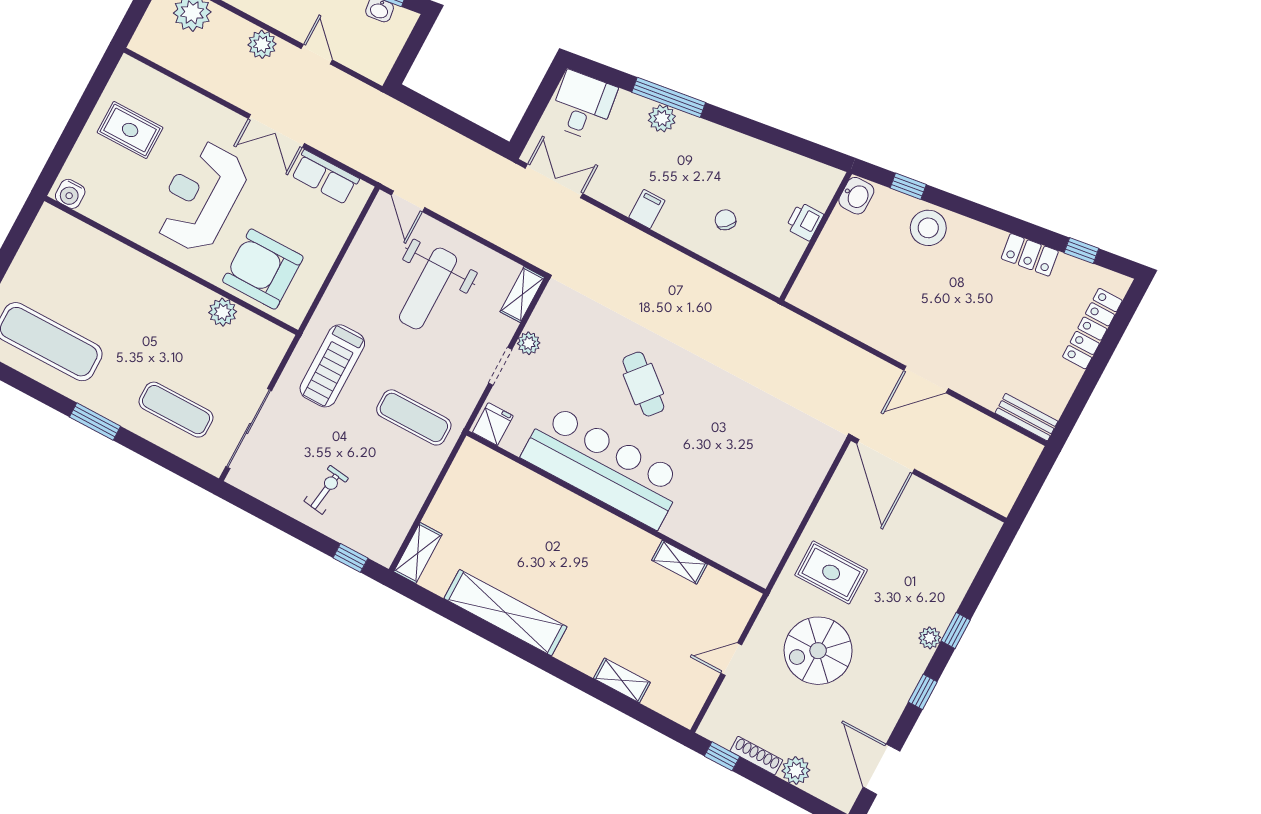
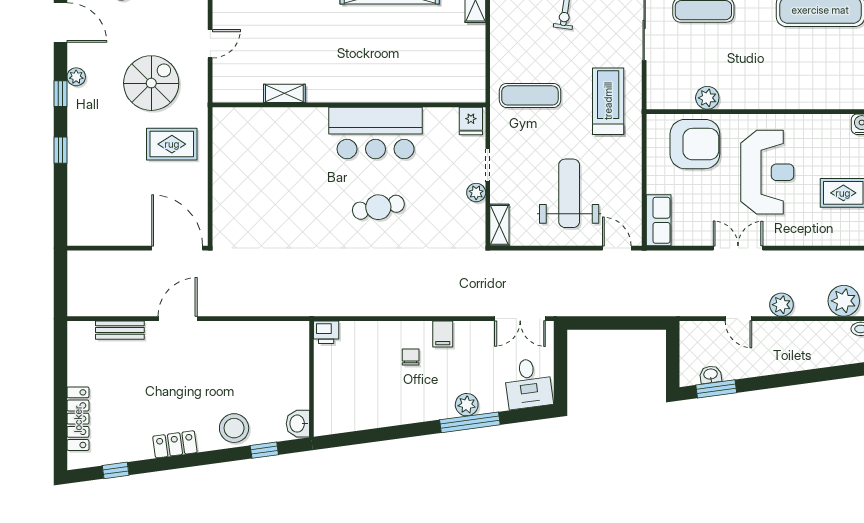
row of seats: (325, 177) -> (659, 220), moved, turned 90
chair: (725, 220) -> (411, 357), moved, turned -136
printer: (805, 221) -> (326, 332), moved, turned 90
locker: (1030, 255) -> (175, 444), moved
cafe table: (643, 384) -> (378, 207), turned -51
bench: (1026, 417) -> (120, 330), moved
bar counter: (603, 466) -> (376, 133), width x0.73
plant: (930, 638) -> (76, 77), moved

